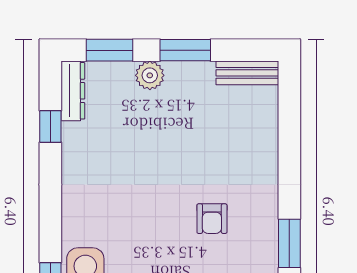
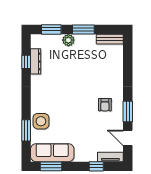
dresser: (73, 91) -> (36, 61), moved
armchair: (212, 219) -> (105, 105), moved

